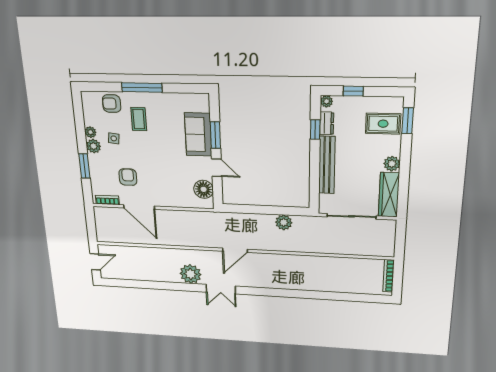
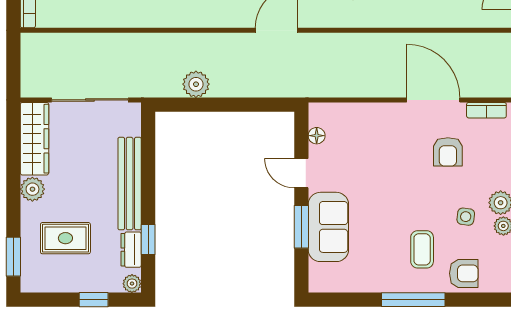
rug: (383, 124) -> (65, 238), moved
floor lamp: (204, 189) -> (317, 136), width x0.53, depth x0.53

